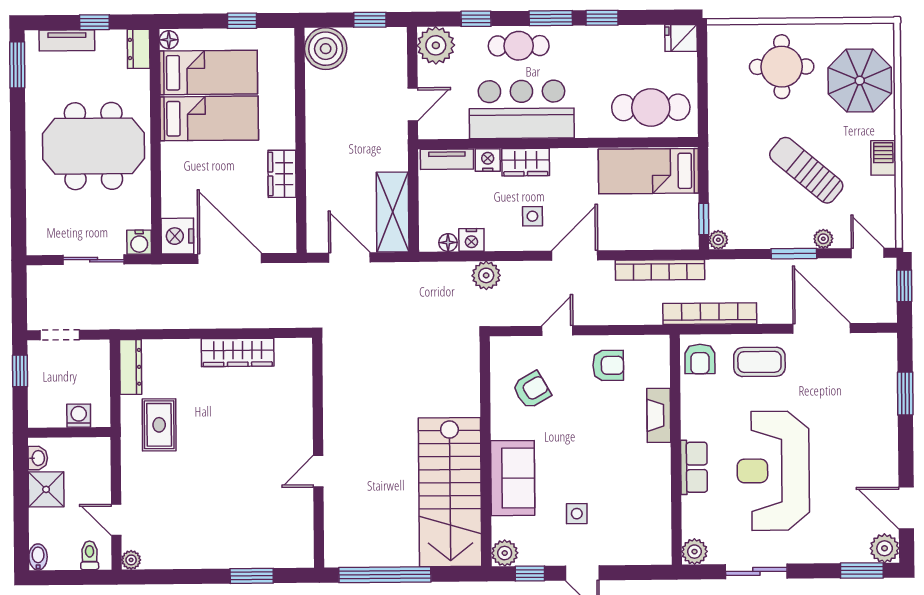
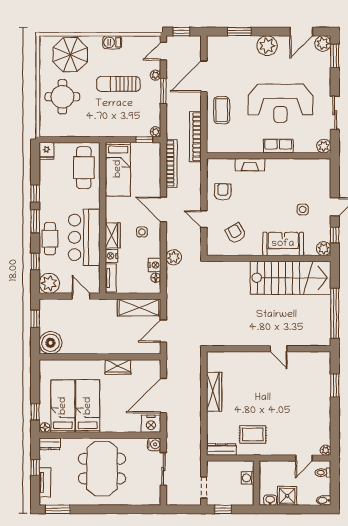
window: (242, 21) -> (35, 412), moved
sun lounger: (806, 170) -> (118, 84), turned 50
armchair: (700, 359) -> (220, 142), removed
plant: (880, 445) -> (267, 46), added

